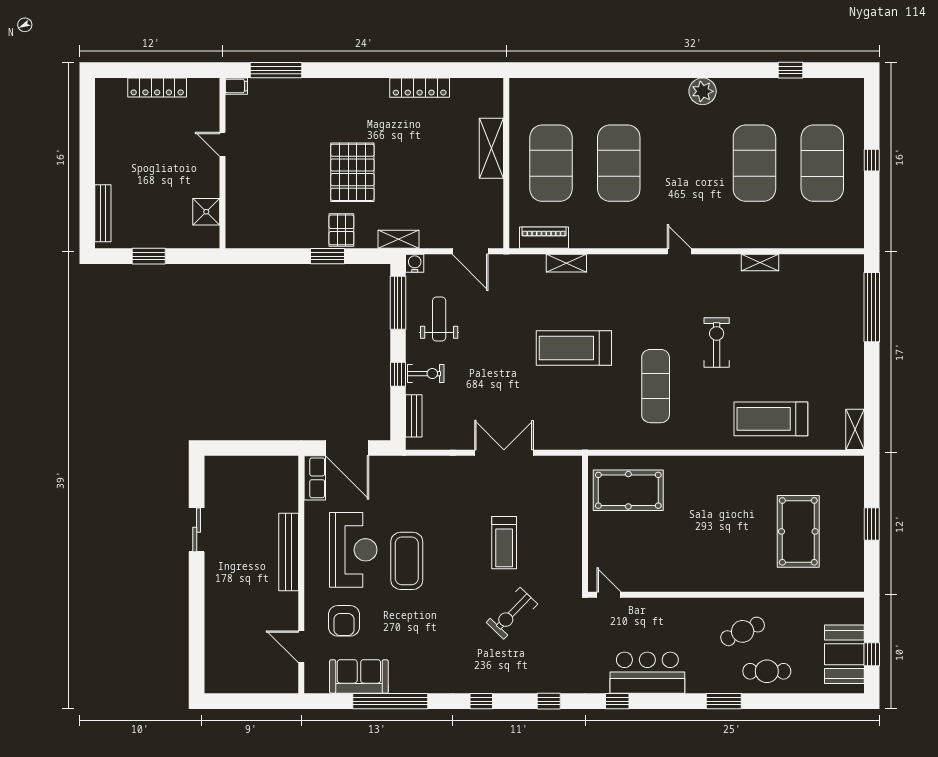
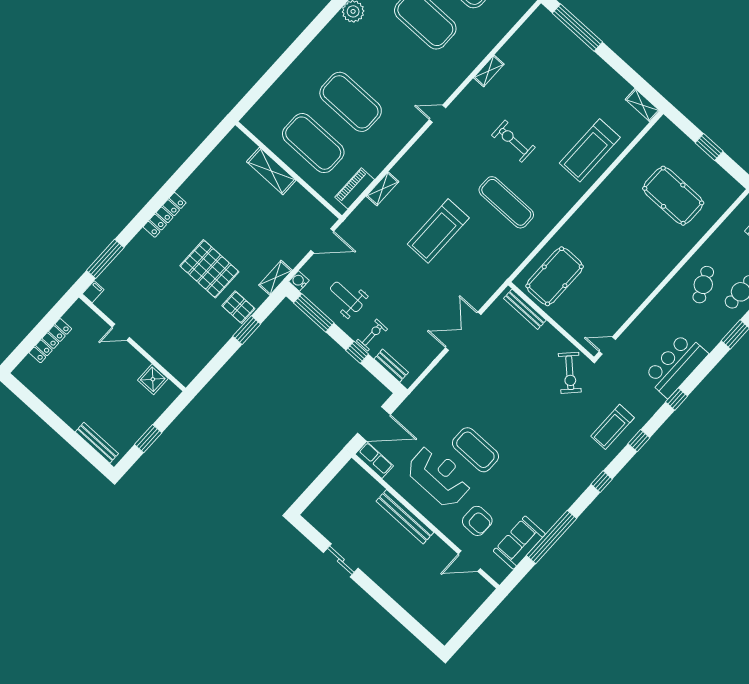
locker: (420, 88) -> (165, 215), moved
bench: (574, 490) -> (525, 309), added
treadmill: (504, 543) -> (612, 427), moved, turned 90
exercise bike: (512, 613) -> (570, 373), moved

